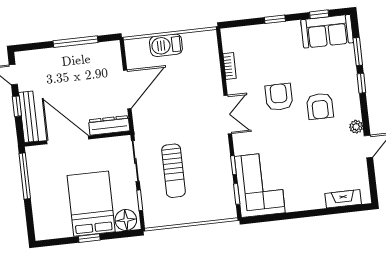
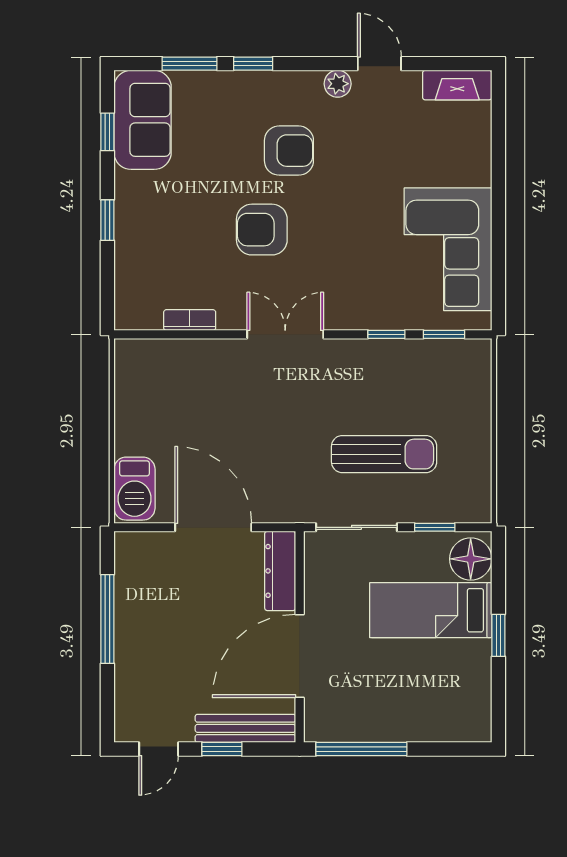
barbecue: (166, 45) -> (134, 489), moved
corner sofa: (260, 185) -> (448, 249), moved, turned -90
fireplace: (343, 199) -> (457, 85), moved, turned -90
bed: (91, 204) -> (431, 610), width x0.67

